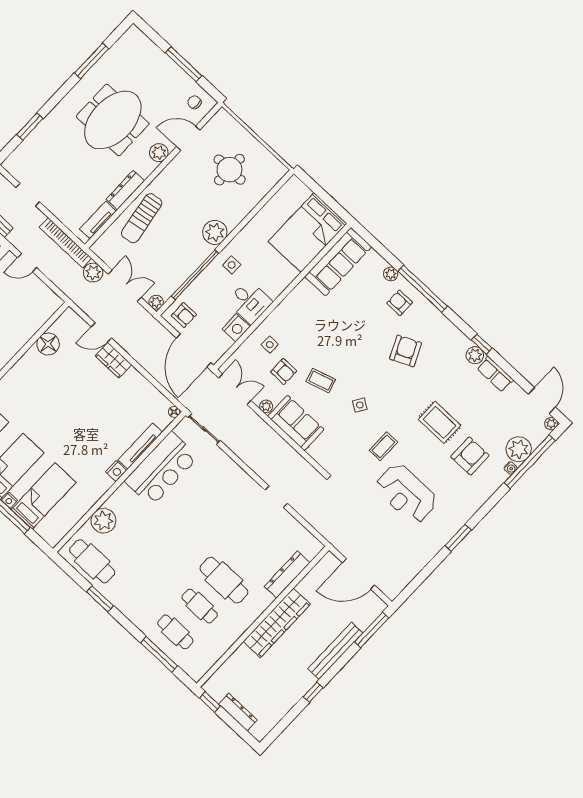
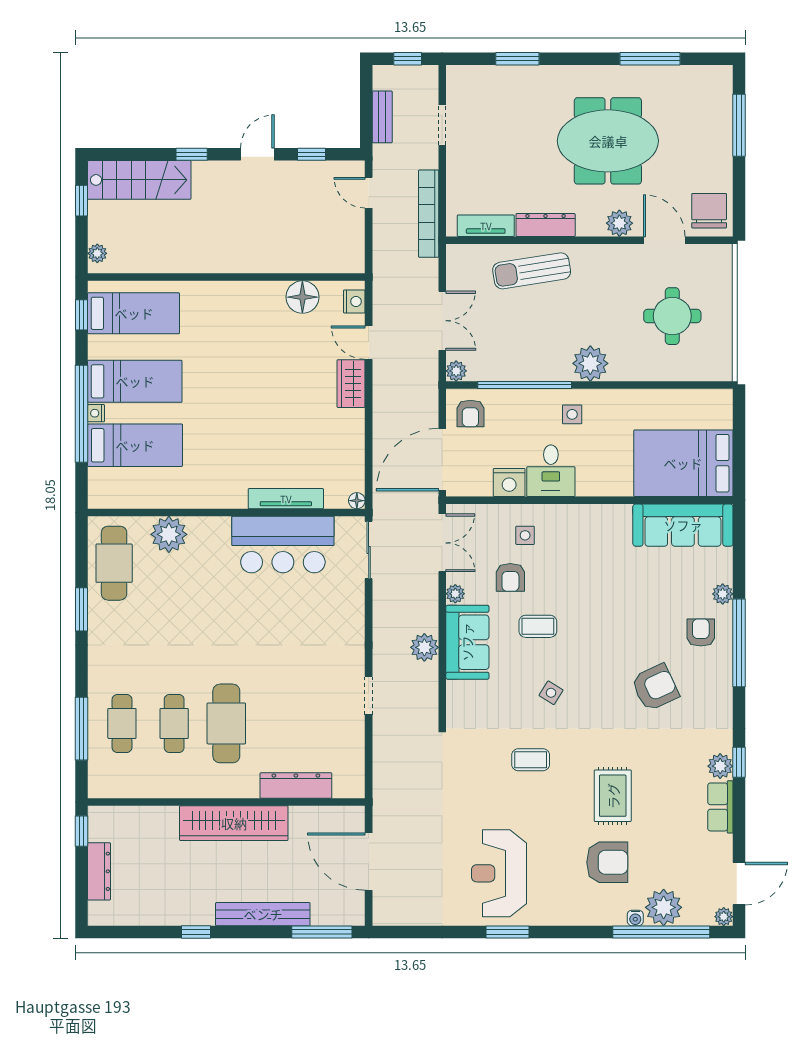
window: (184, 64) -> (739, 125), moved
chair: (194, 102) -> (709, 211), width x1.87, depth x1.87
plant: (93, 273) -> (424, 647), moved
coffee table: (321, 381) -> (538, 626), turned -73
nightstand: (116, 471) -> (354, 301), moved, turned -90
reception desk: (406, 494) -> (499, 873), moved

